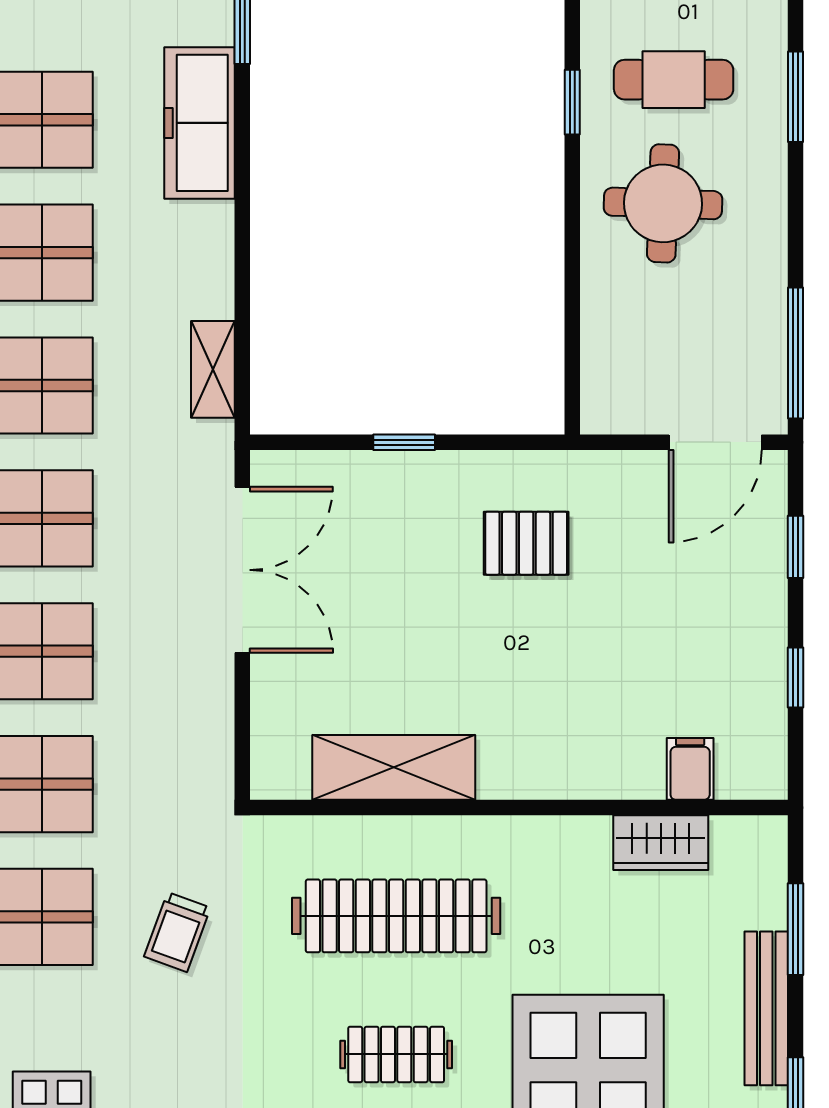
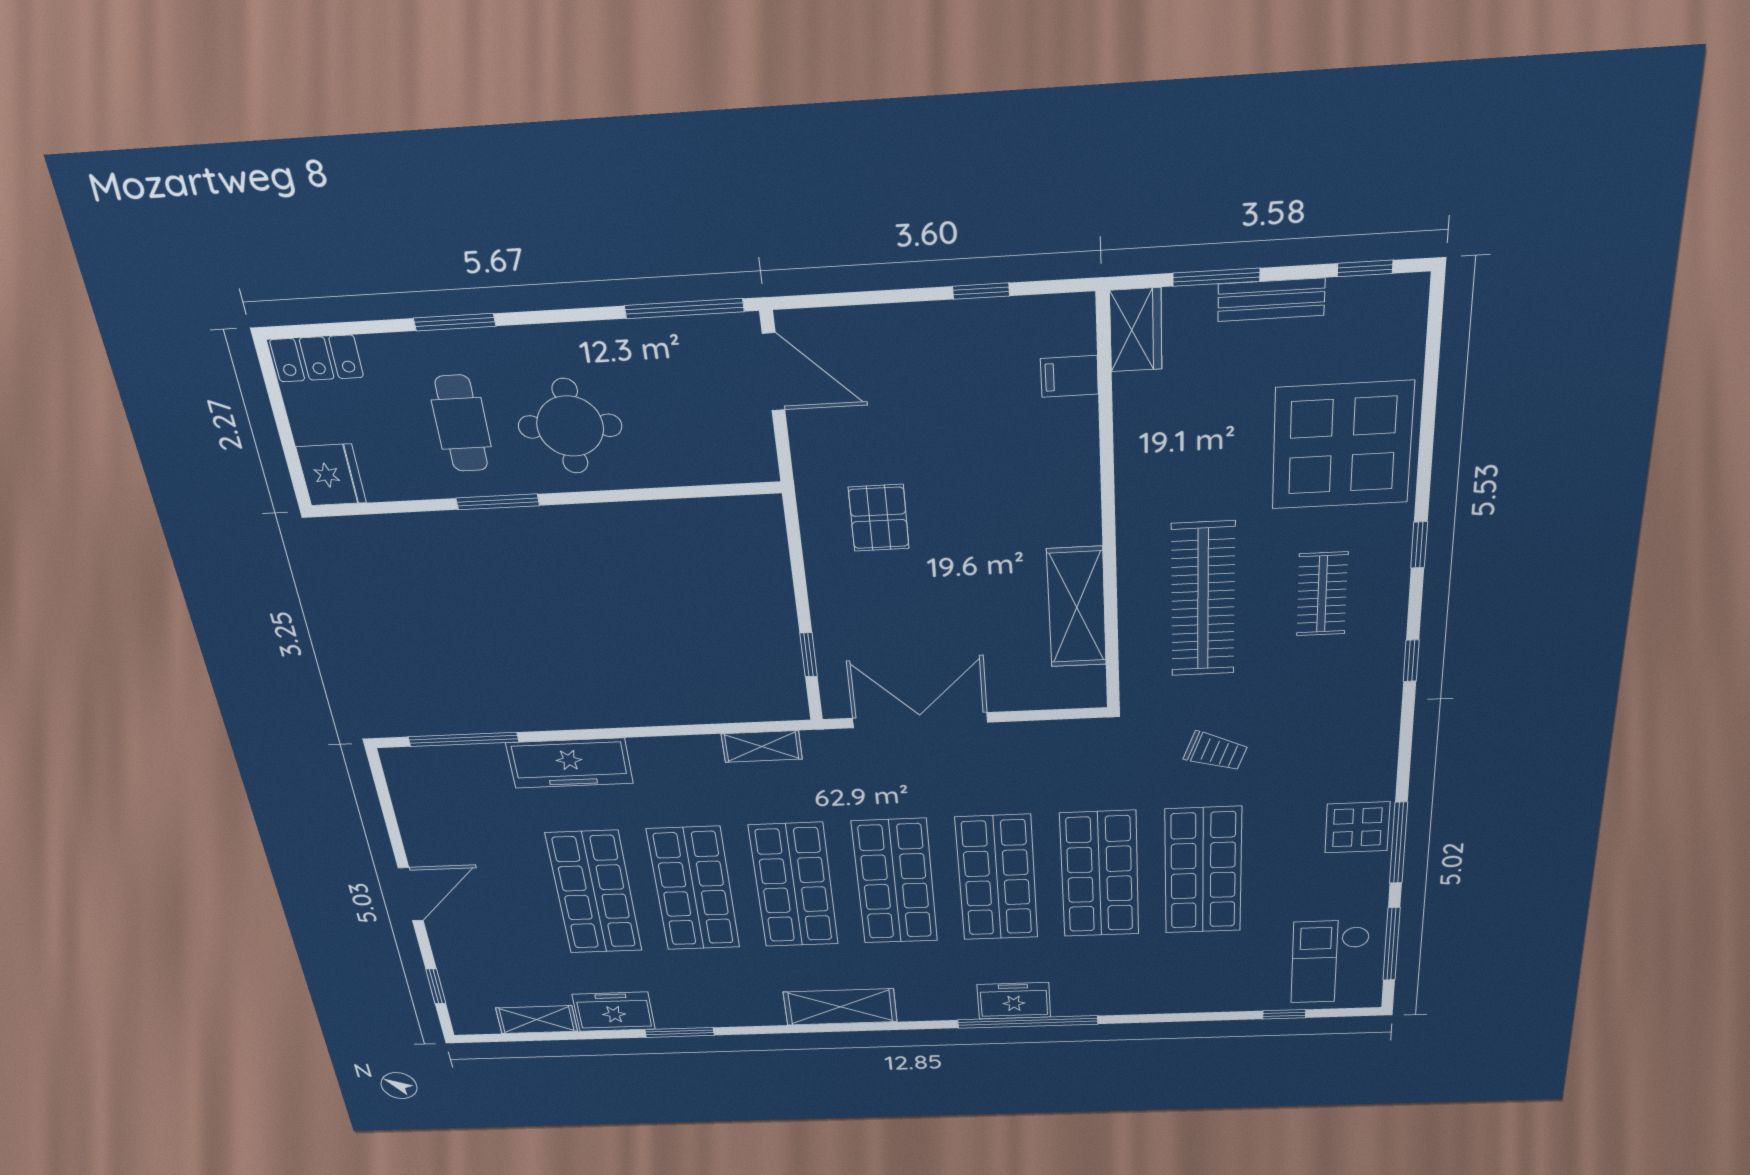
window: (572, 102) -> (498, 502), width x1.50
window: (404, 442) -> (809, 655), moved
window: (795, 547) -> (861, 298), removed
wardrobe: (661, 843) -> (1136, 330), moved
bench: (766, 1008) -> (1271, 300), width x0.73

